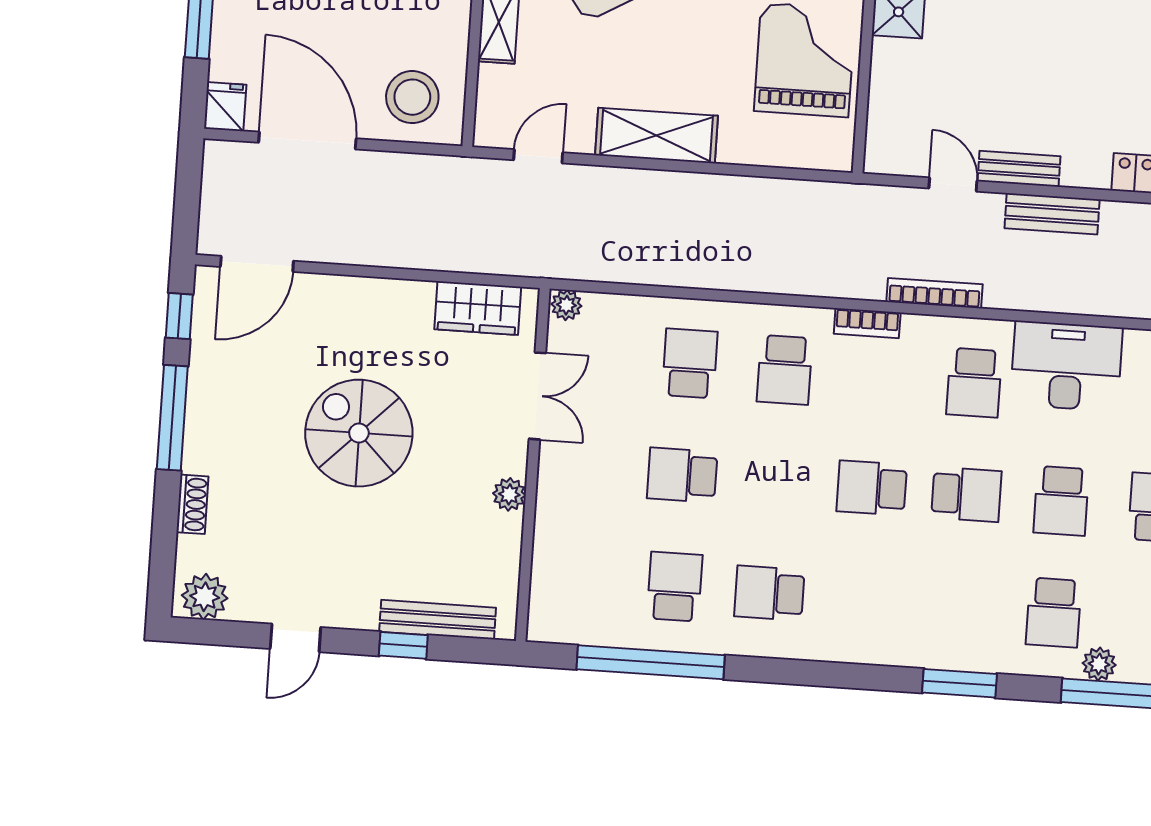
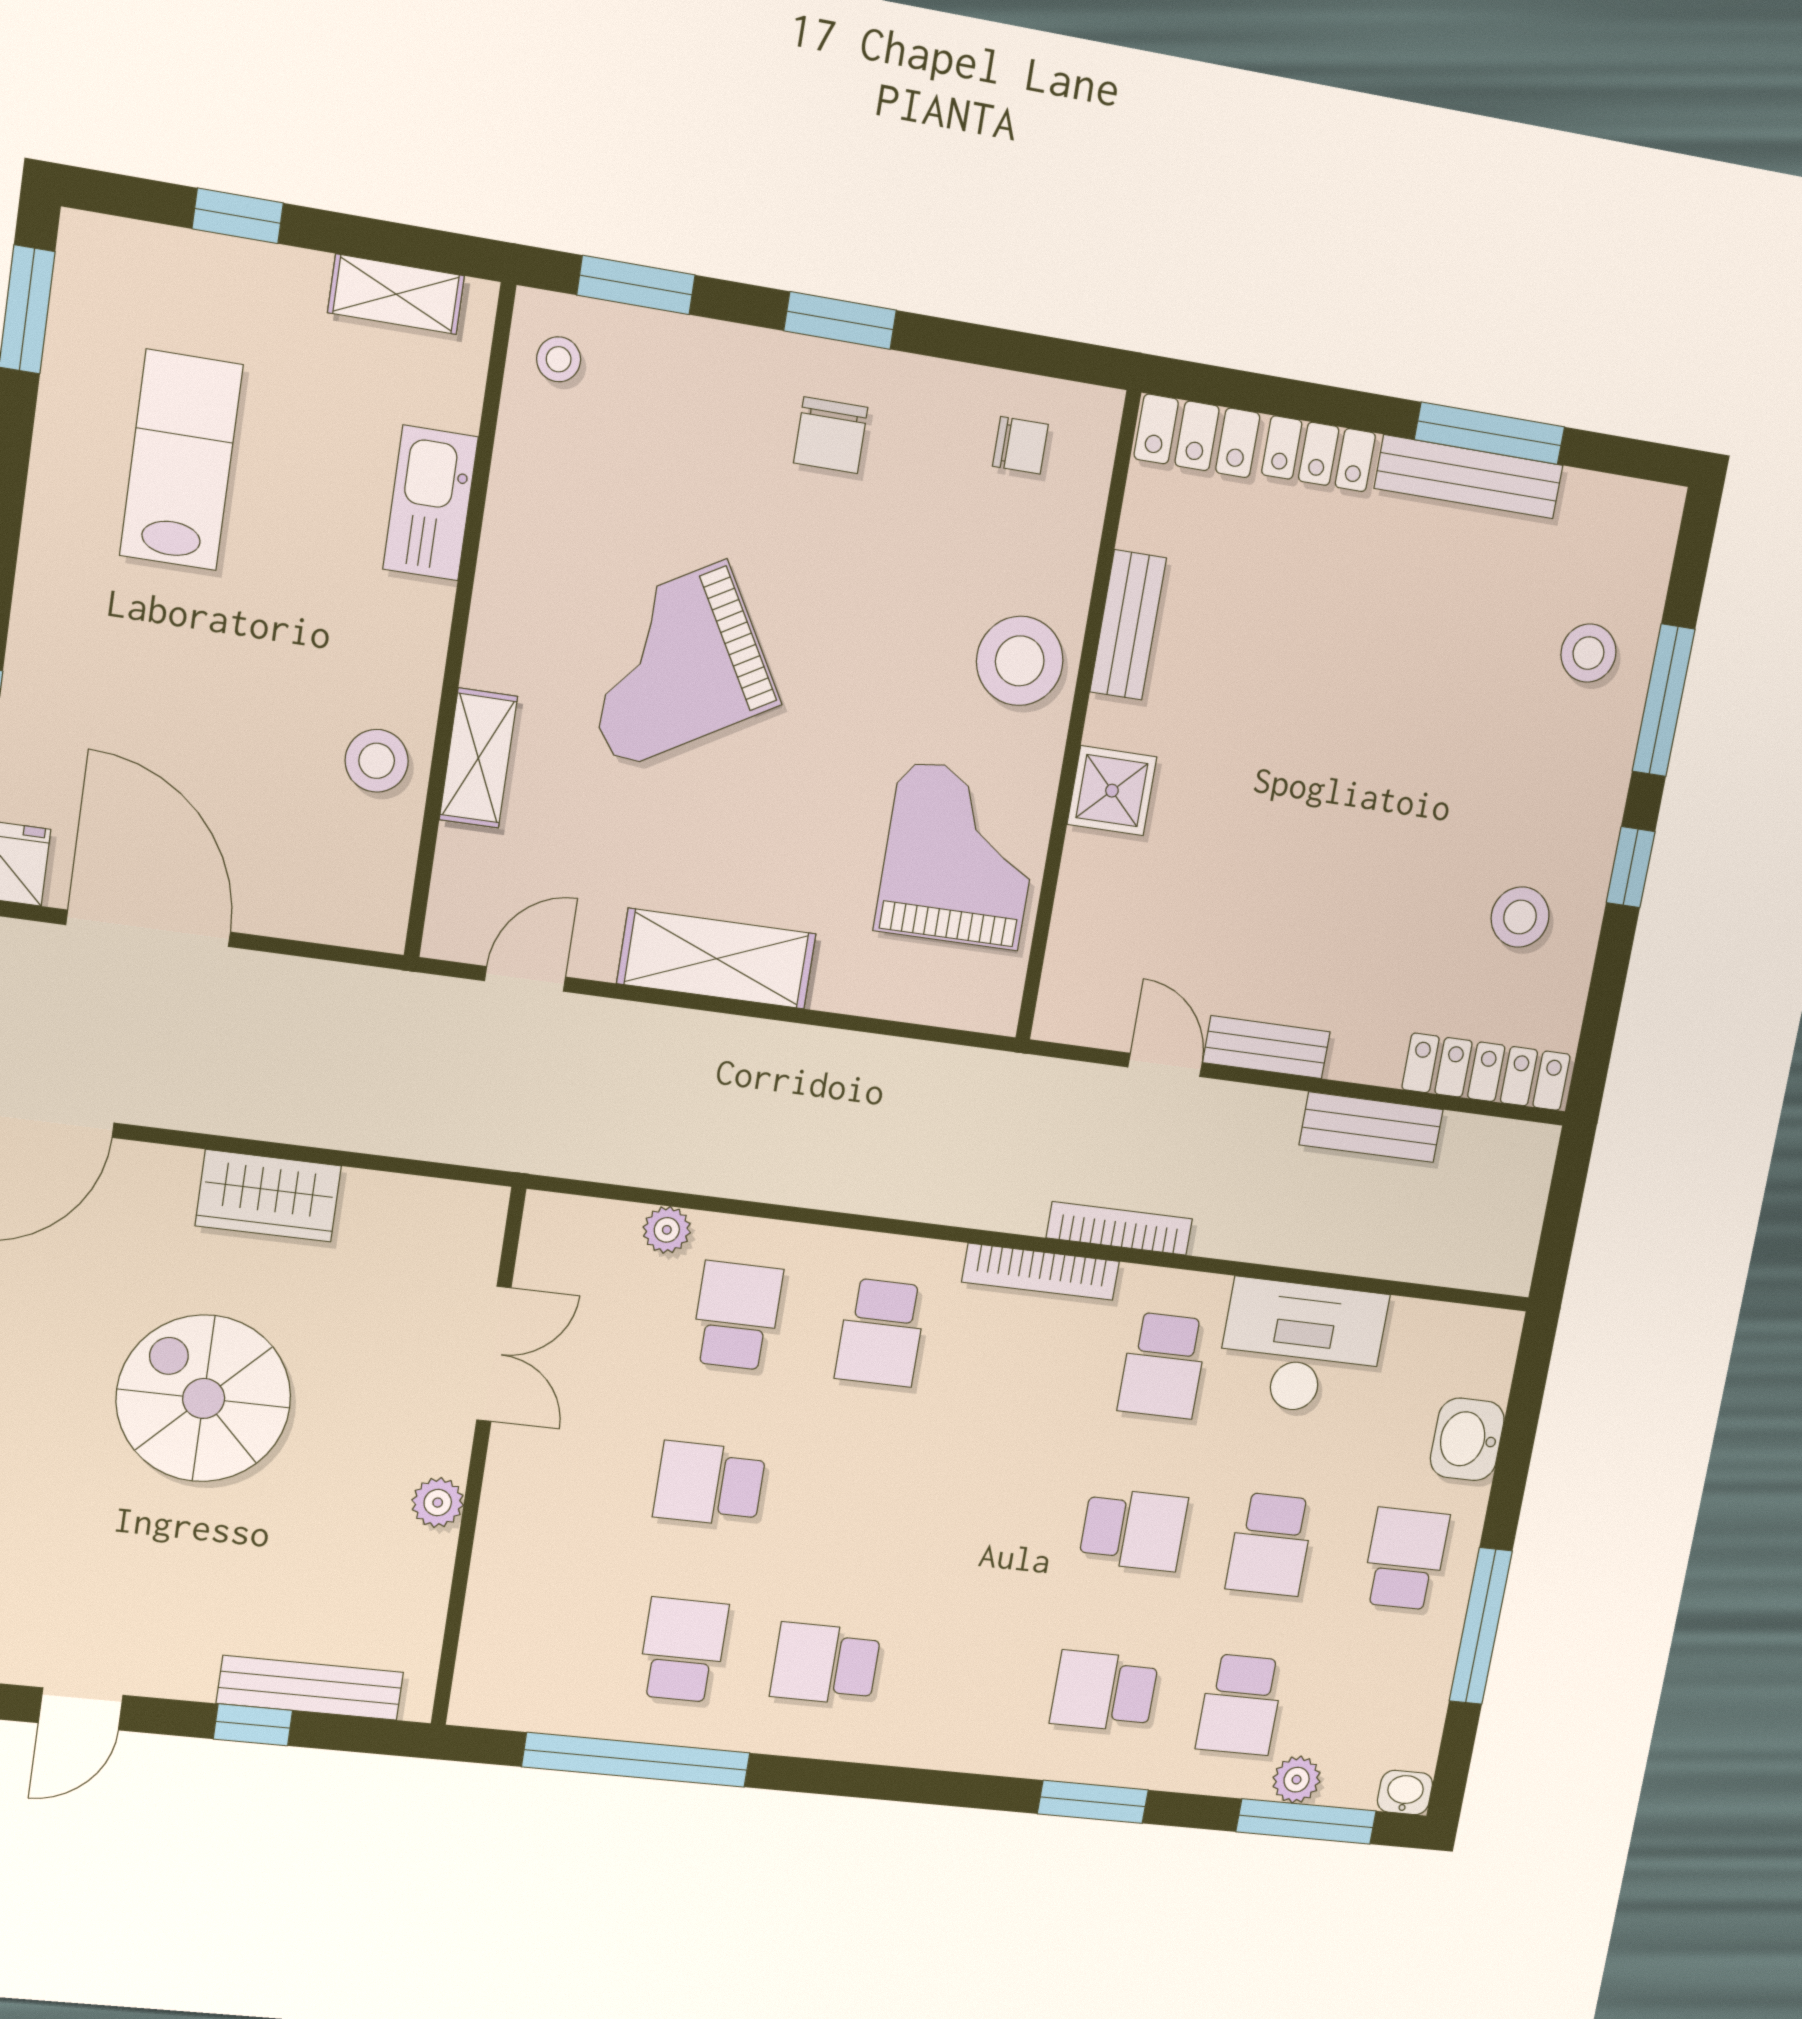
stool: (412, 97) -> (377, 761), moved, width x0.73, depth x0.73
bench: (1052, 214) -> (1371, 1127), moved
plant: (566, 305) -> (667, 1230), moved
wardrobe: (478, 308) -> (268, 1196), moved
bookcase: (867, 323) -> (1041, 1272), width x1.56
school desk: (872, 488) -> (1104, 1691), moved

